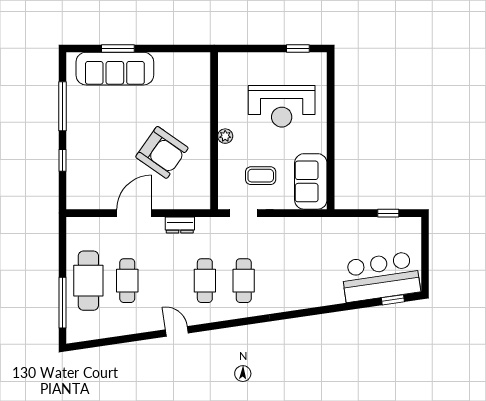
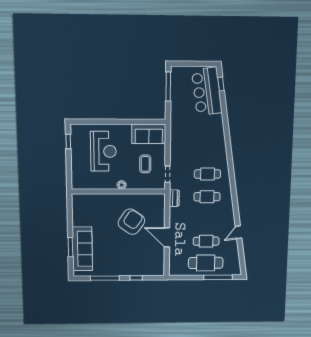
window: (388, 213) -> (168, 87), width x2.17
dresser: (180, 225) -> (174, 198), moved
door: (177, 331) -> (239, 232), moved

